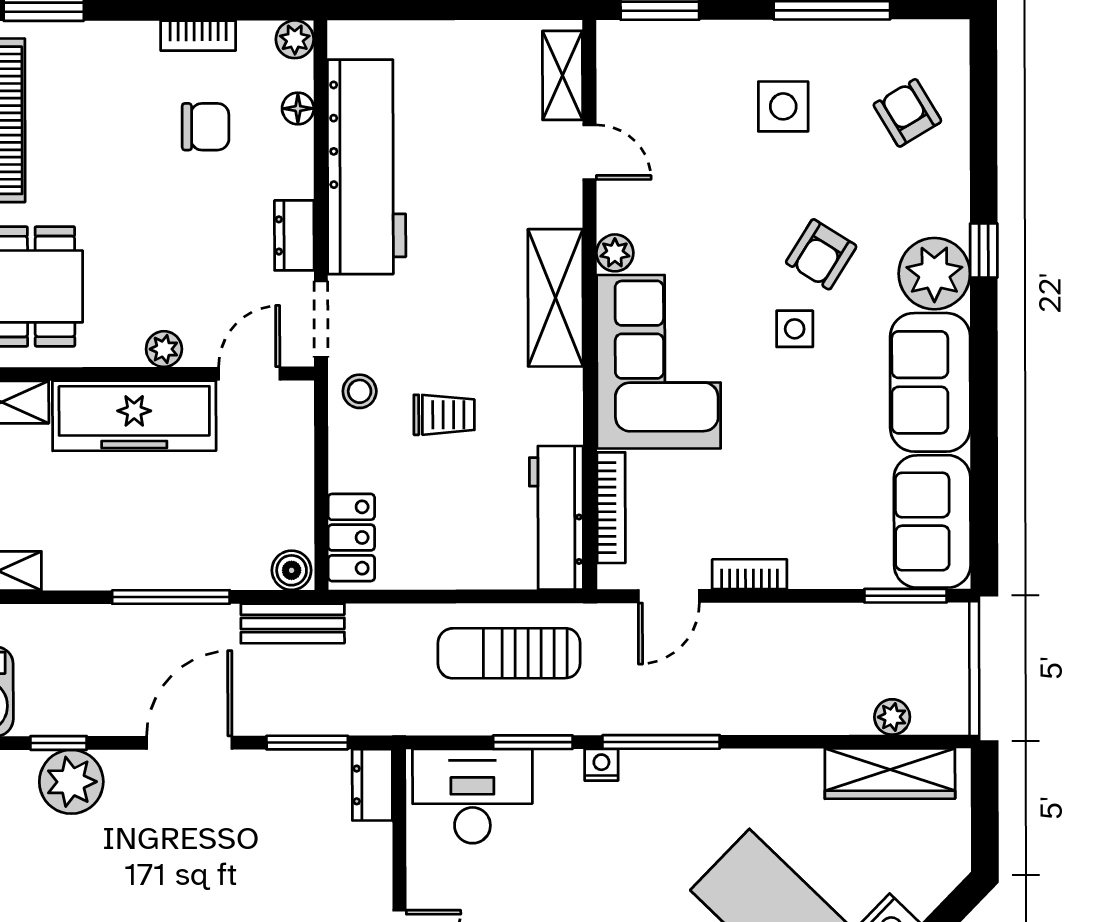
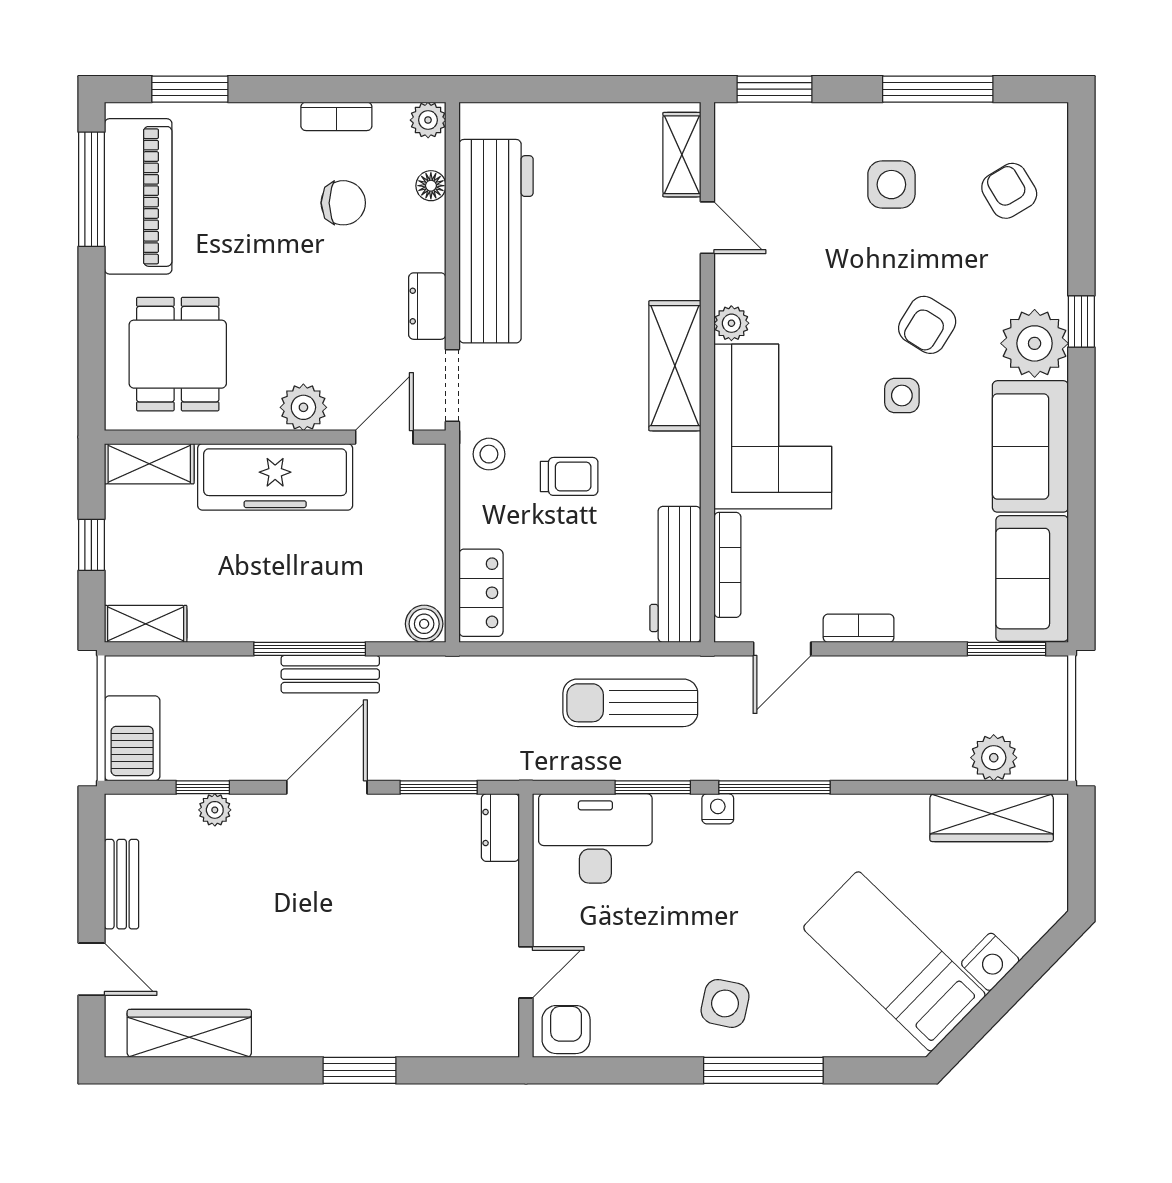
plant: (164, 349) -> (303, 407), width x1.38, depth x1.38
bench: (293, 623) -> (330, 674), moved
plant: (892, 717) -> (994, 758), width x1.38, depth x1.38
plant: (71, 782) -> (215, 810), width x0.53, depth x0.53

